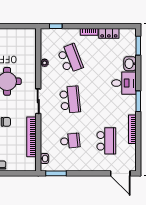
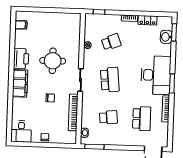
school desk: (70, 59) -> (111, 42), width x0.54
washbasin: (130, 64) -> (166, 37), moved
desk: (124, 83) -> (156, 75), width x1.87, depth x1.30

